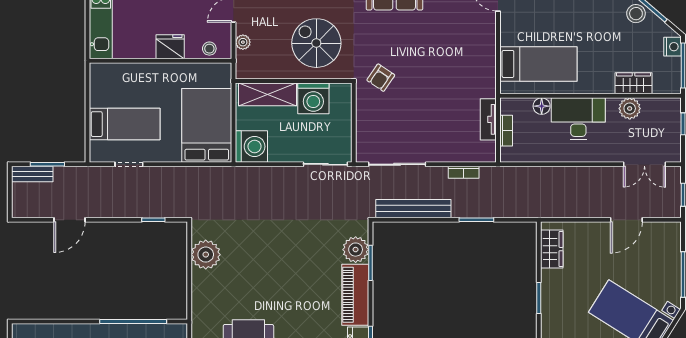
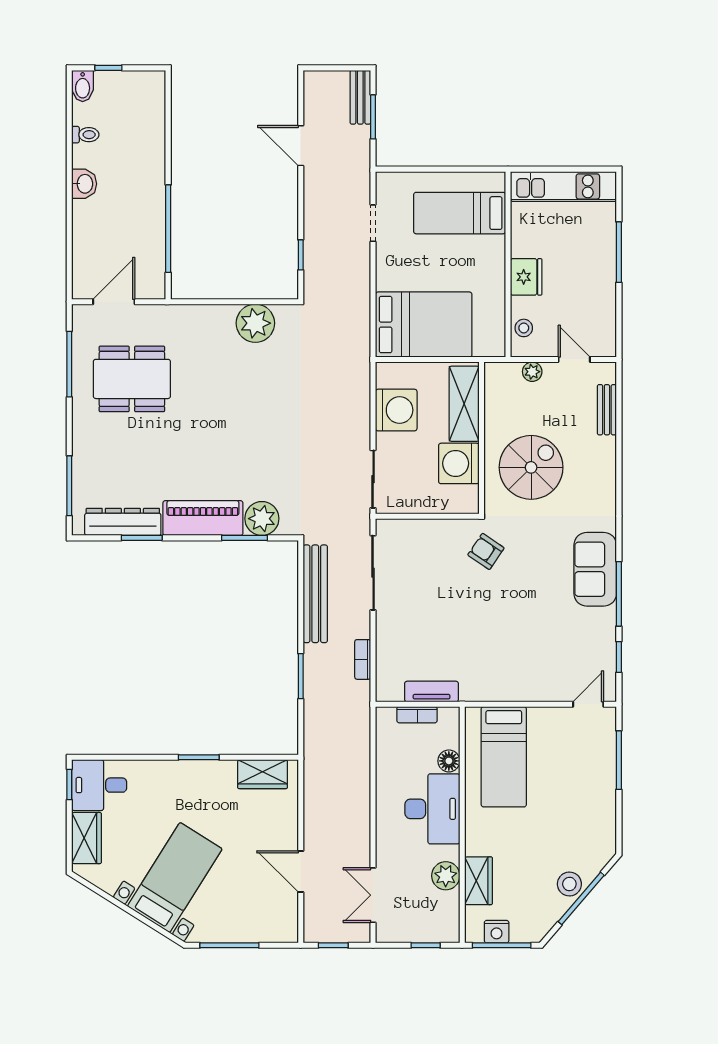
nightstand: (672, 47) -> (497, 932), moved
bed: (125, 124) -> (460, 213), moved, turned 90
washing machine: (251, 146) -> (396, 410), moved, turned -90

